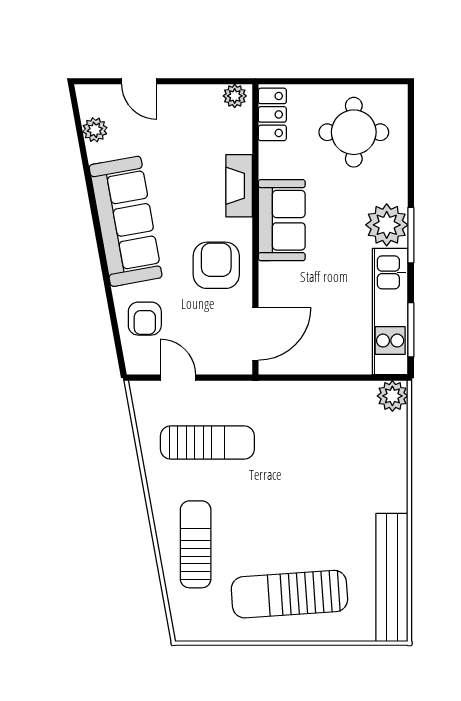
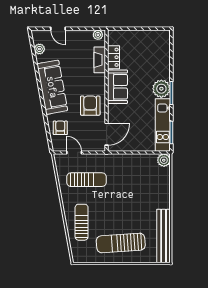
locker: (272, 114) -> (114, 57), moved
round table: (354, 132) -> (148, 50), removed
fireplace: (239, 186) -> (100, 60), moved
armchair: (145, 319) -> (60, 128), turned 180

